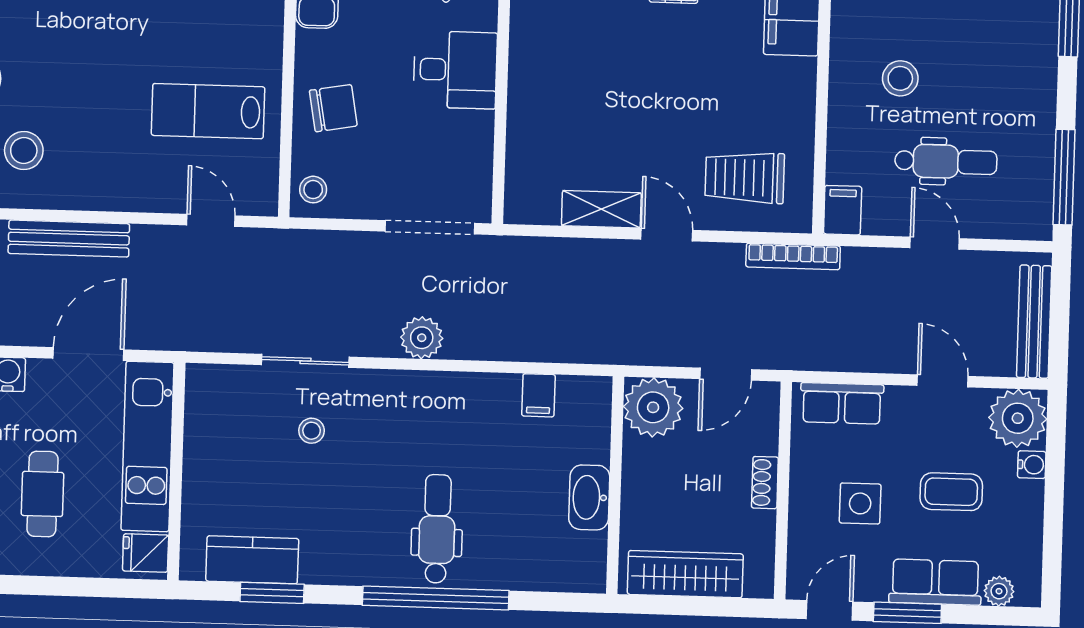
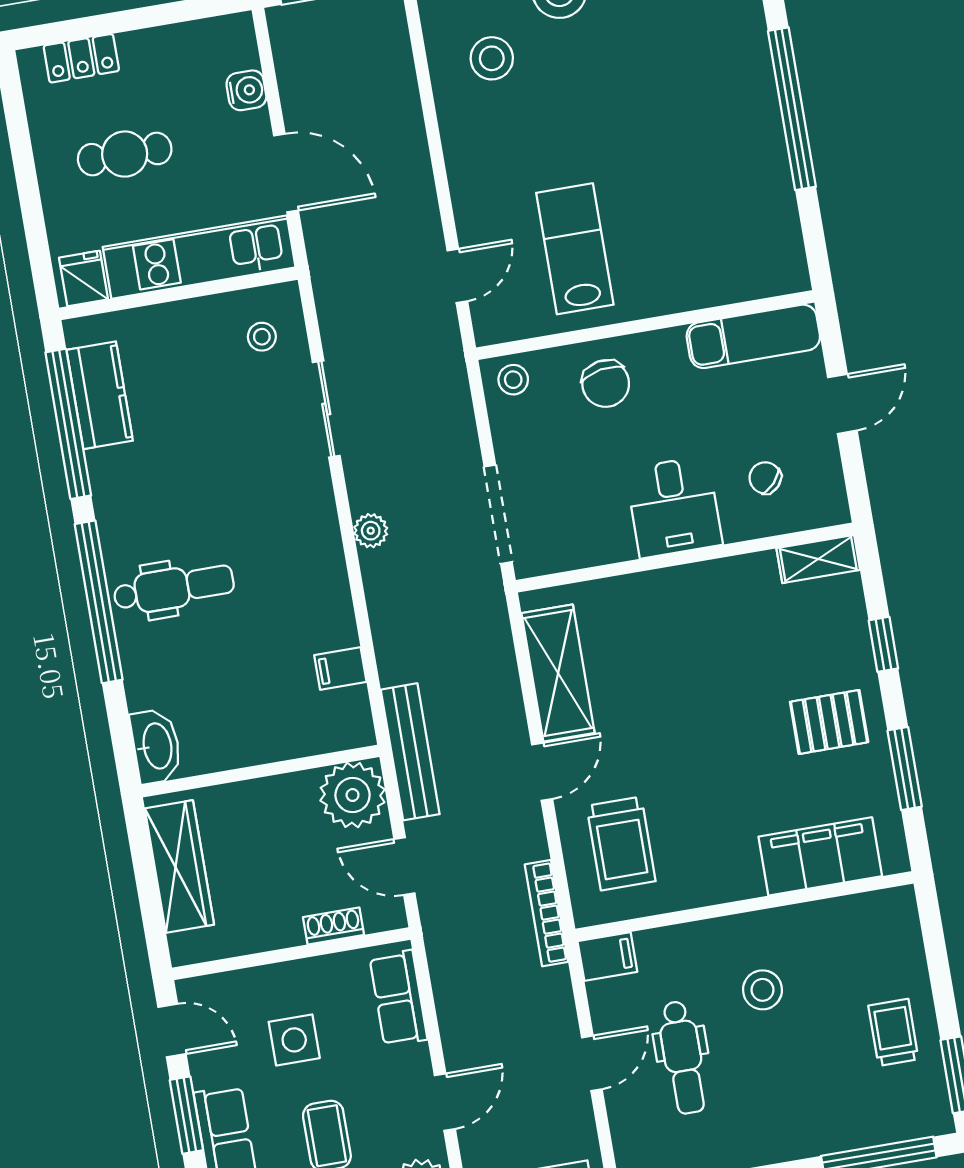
trolley: (745, 178) -> (621, 844), turned 180
shelving: (601, 209) -> (558, 673), width x1.50, depth x1.33
bench: (69, 239) -> (410, 752), moved
plant: (422, 338) -> (371, 531), width x0.73, depth x0.73
stool: (312, 431) -> (262, 337), moved
shoe rack: (765, 483) -> (334, 926), moved
washbasin: (589, 497) -> (156, 746), moved, turned 90
window: (272, 593) -> (68, 424), width x2.11

